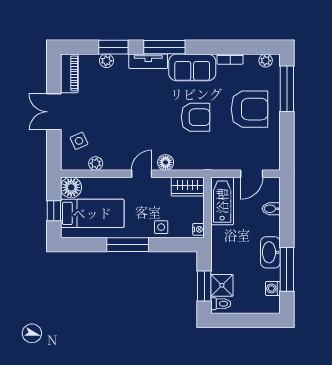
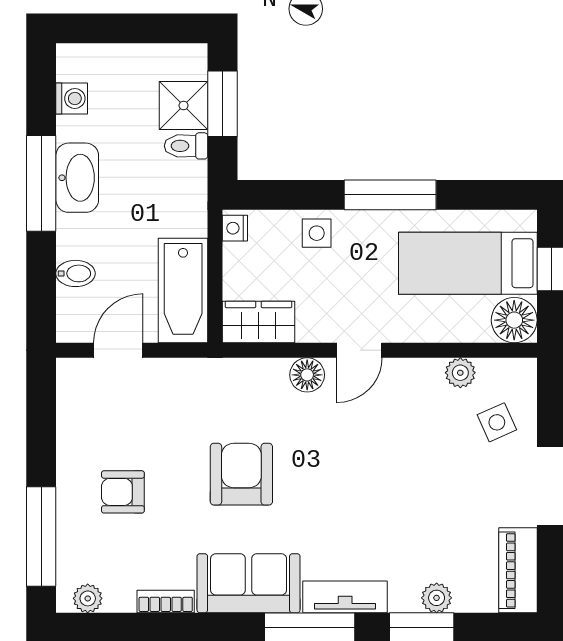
armchair: (250, 109) -> (123, 492), width x0.53, depth x0.53
armchair: (196, 117) -> (241, 474), turned 90
window: (287, 269) -> (41, 183), moved
toilet: (221, 304) -> (186, 146), moved

